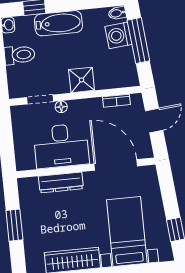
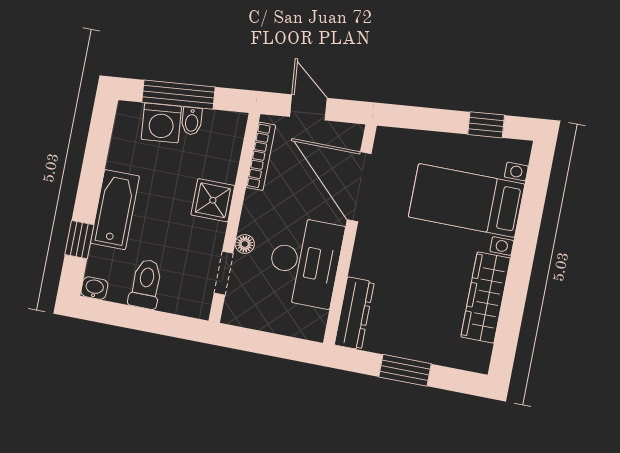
bidet: (117, 13) -> (192, 121), moved
bookcase: (116, 101) -> (261, 156), width x1.56
door: (116, 165) -> (359, 187), hinge flipped
dresser: (61, 182) -> (354, 313), moved

